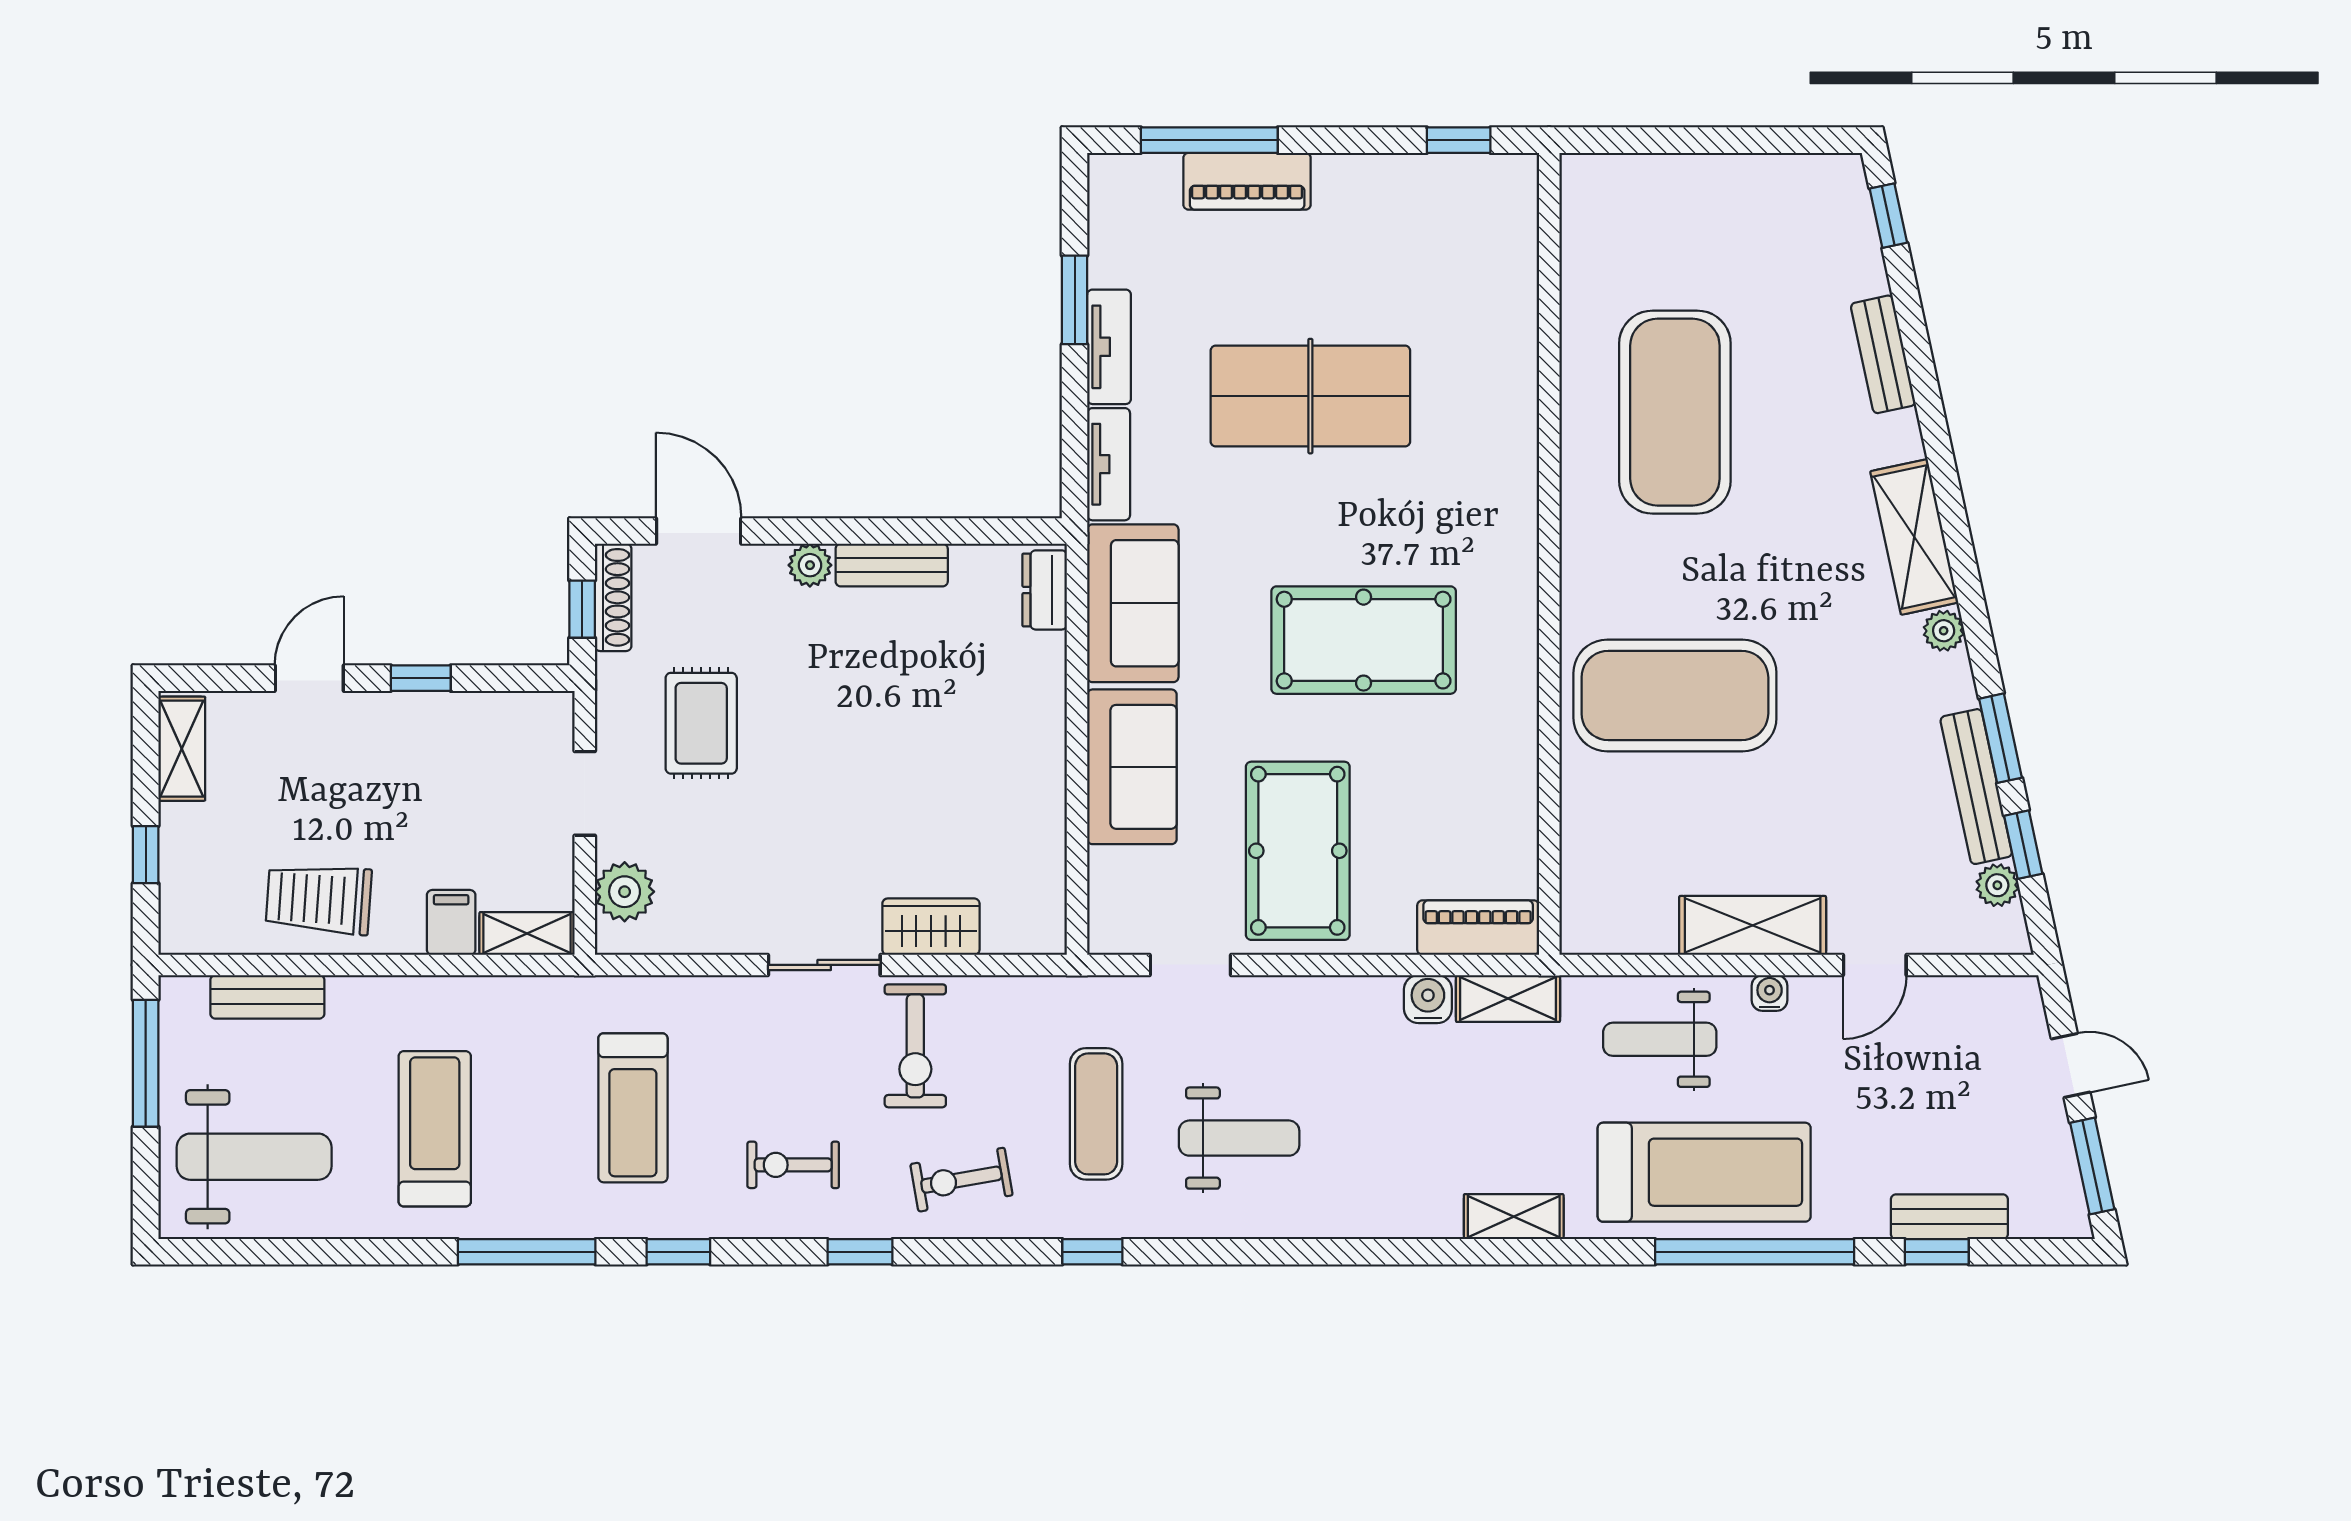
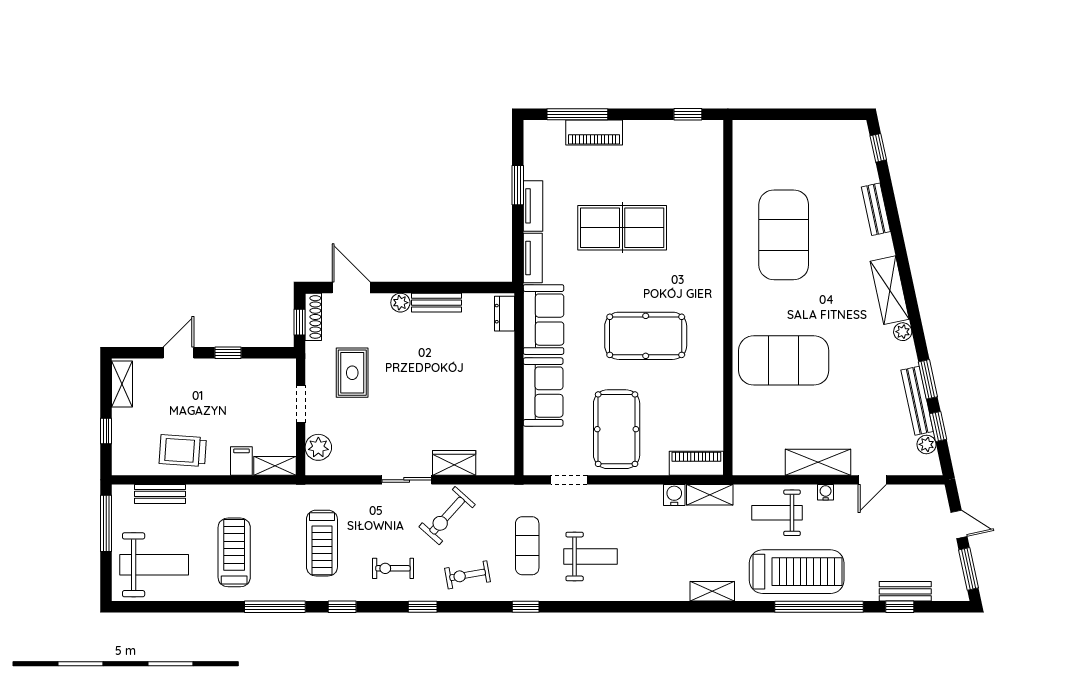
exercise bike: (915, 1046) -> (447, 516), turned 42

